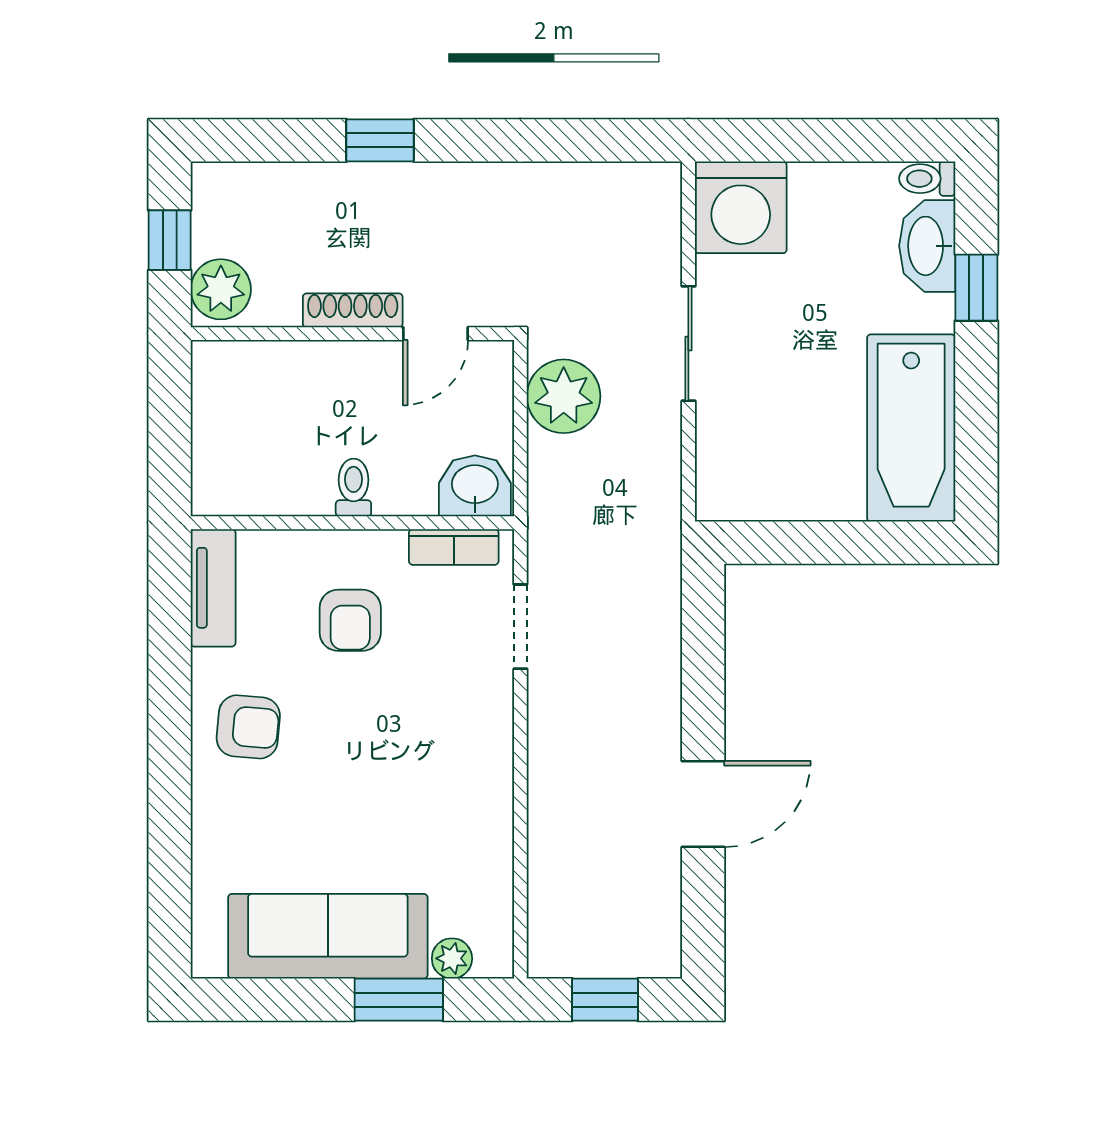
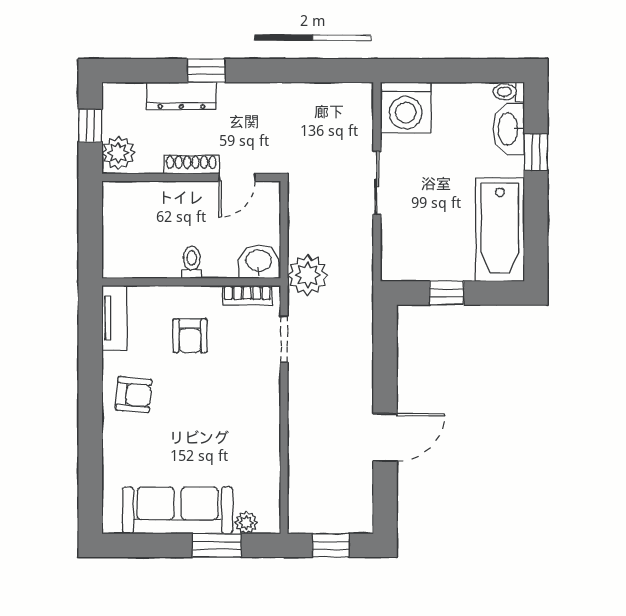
dresser: (335, 186) -> (181, 96), added
plant: (564, 396) -> (308, 275), moved
window: (815, 543) -> (447, 293), added

